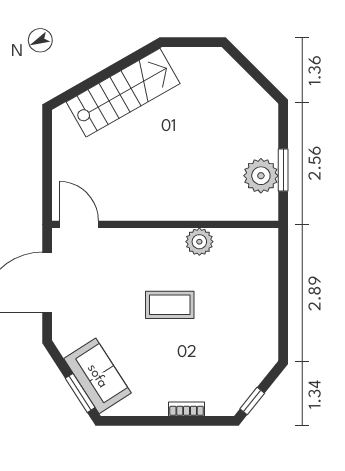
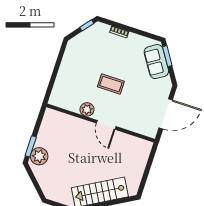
window: (283, 170) -> (31, 146), moved
plant: (261, 176) -> (39, 156), moved
door: (79, 224) -> (106, 125), moved

